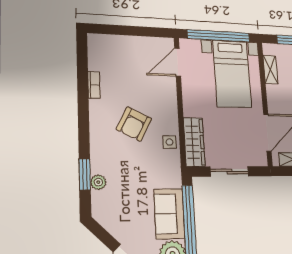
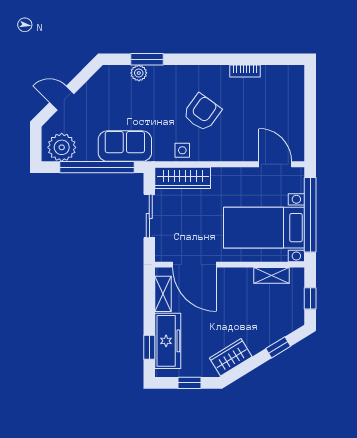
armchair: (134, 124) -> (202, 112), turned 99
sofa: (169, 214) -> (125, 146), moved

